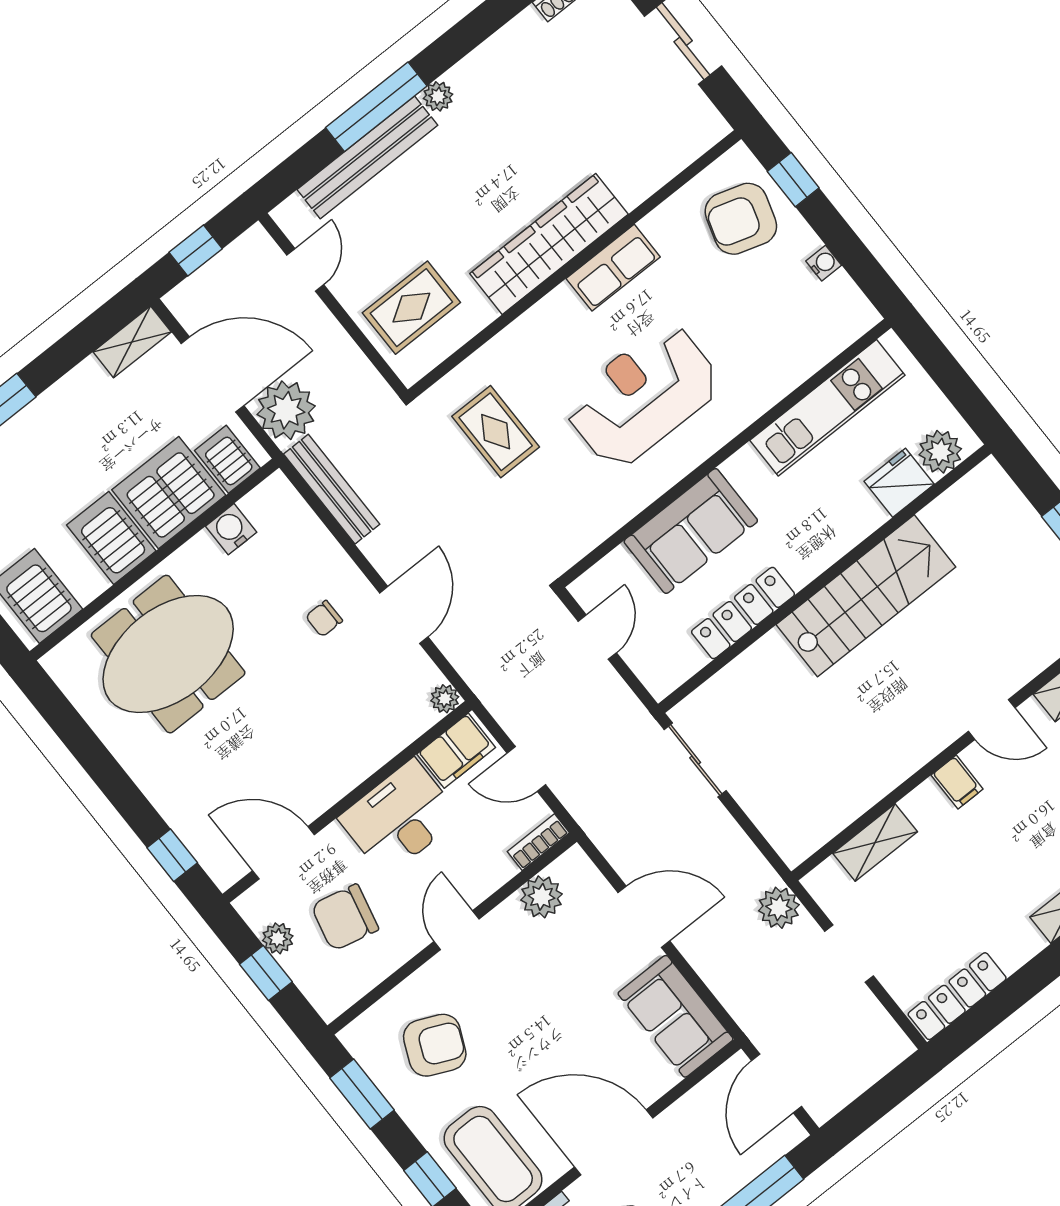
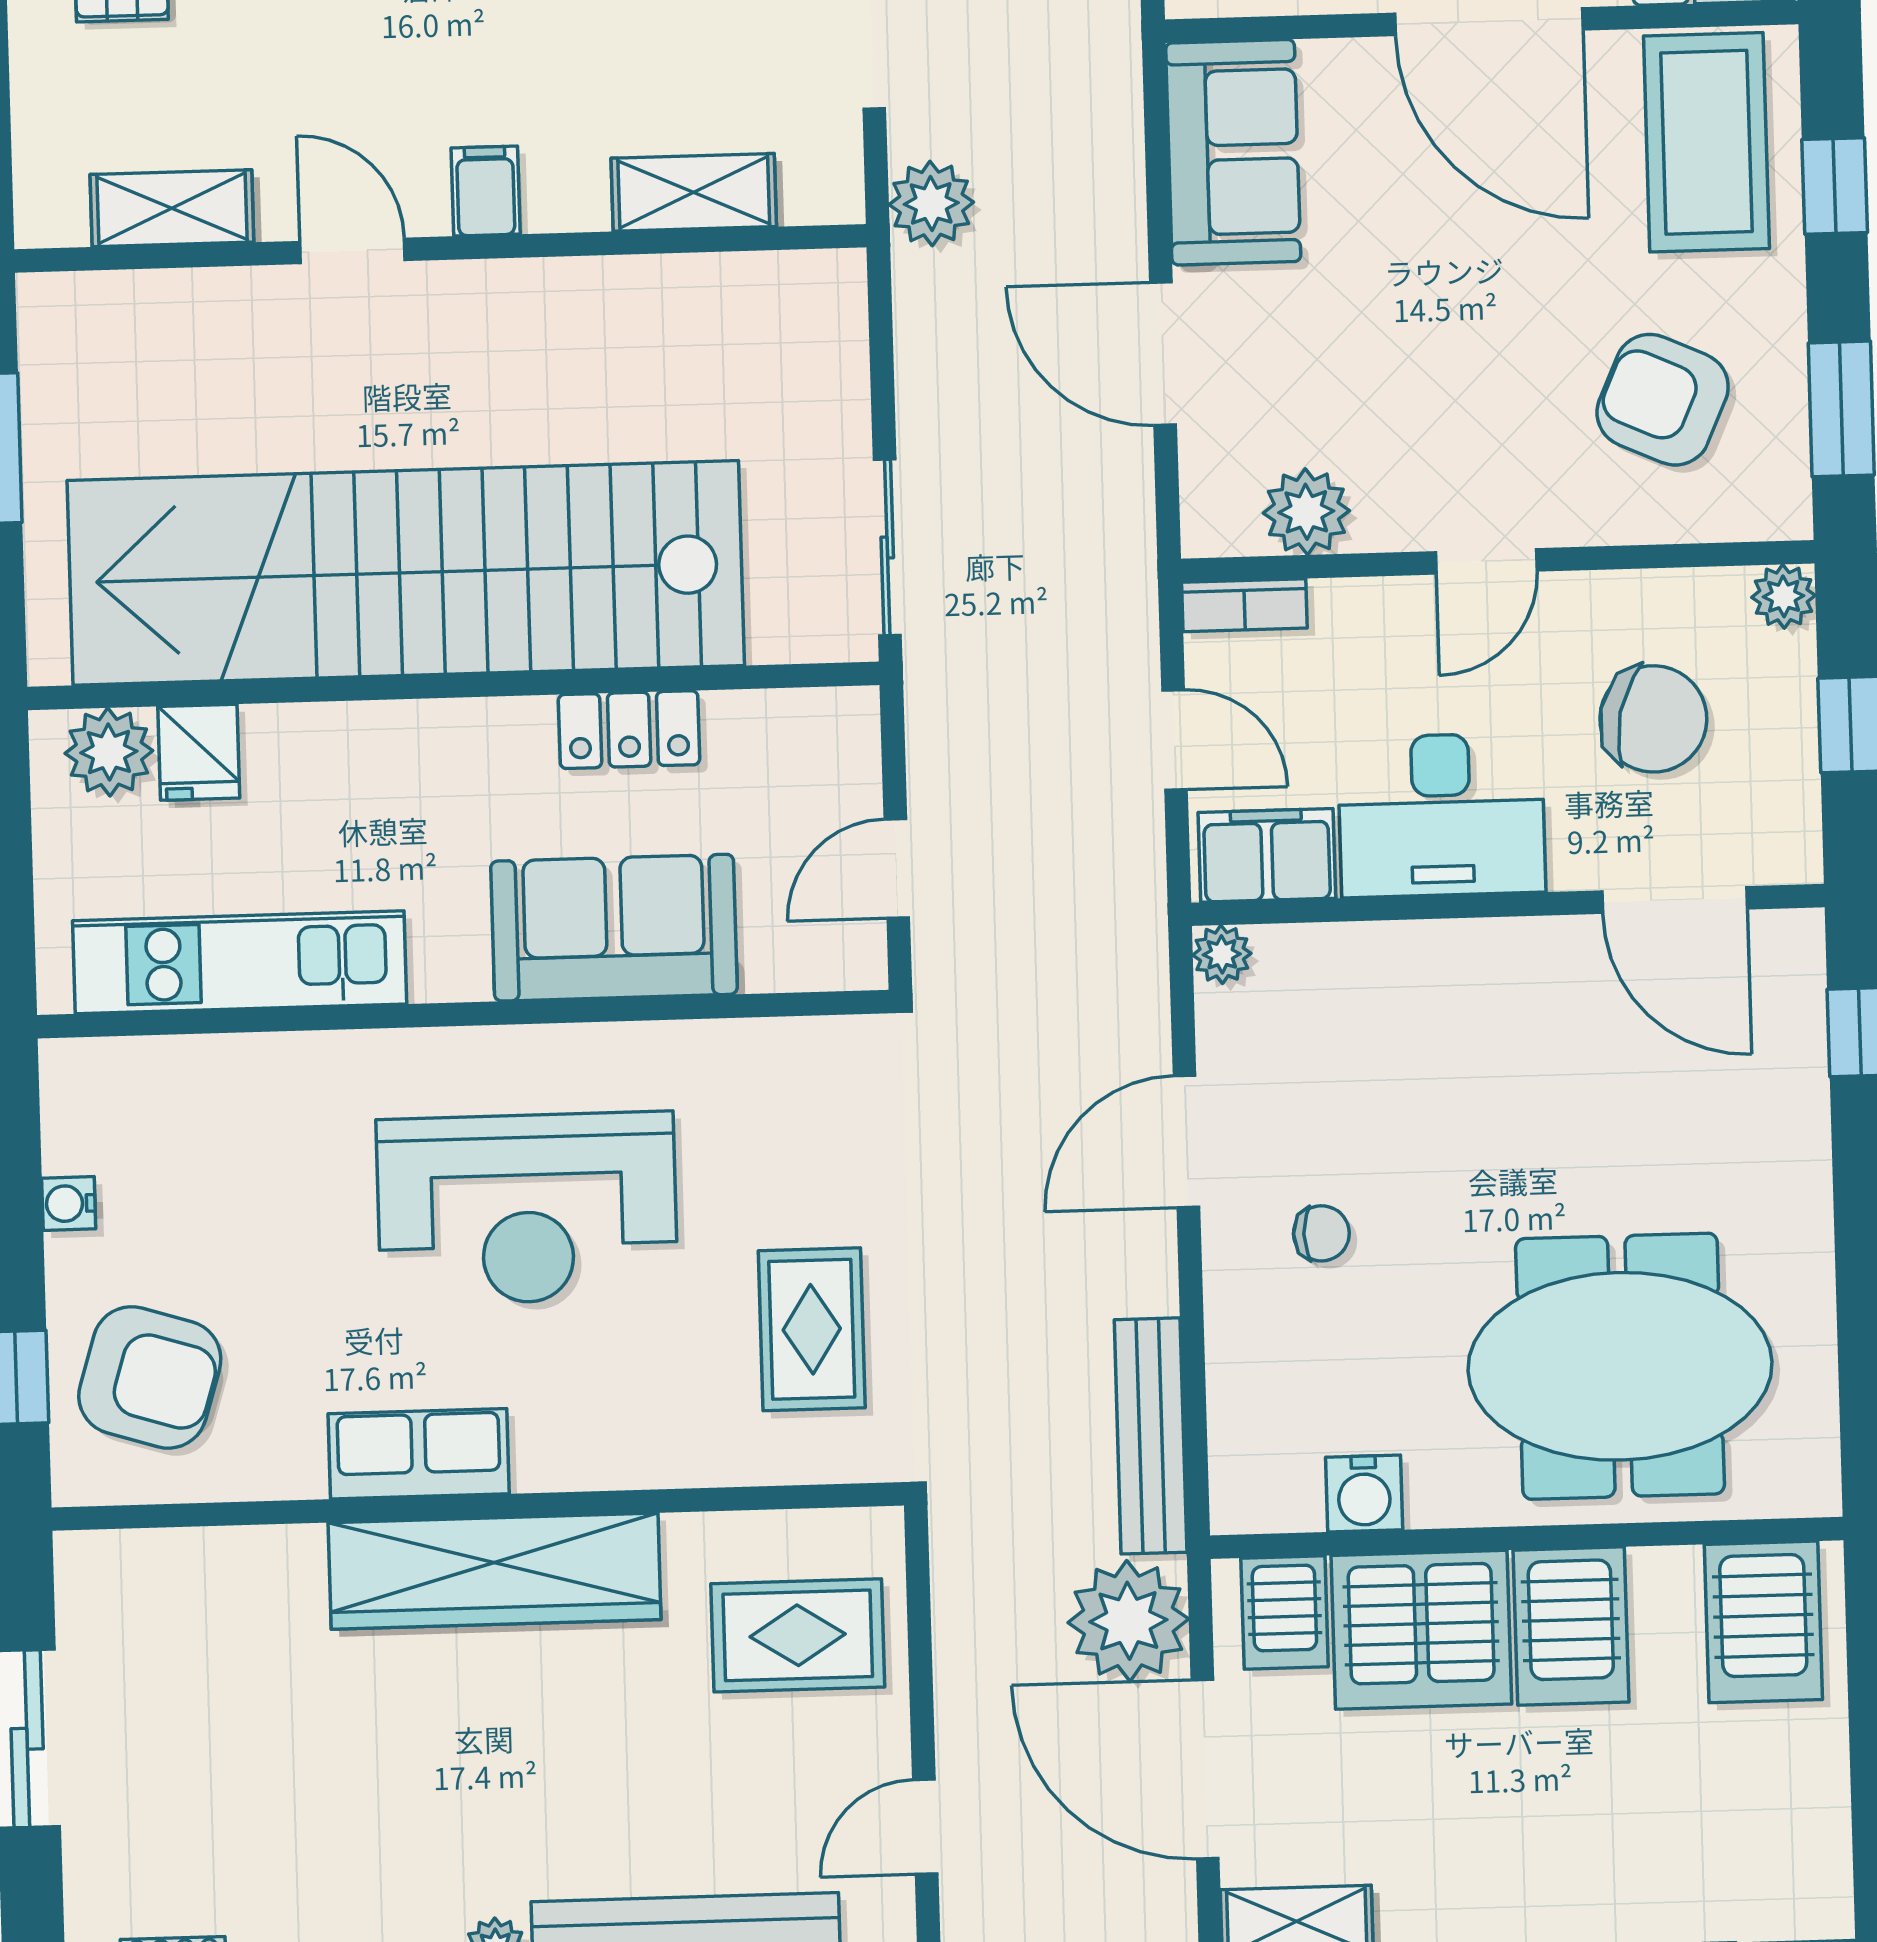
fridge: (899, 483) -> (199, 752), width x0.72
stairs: (866, 596) -> (406, 573), width x1.86, depth x1.51
locker: (743, 613) -> (629, 730), width x0.66
plant: (278, 938) -> (1784, 596), moved

